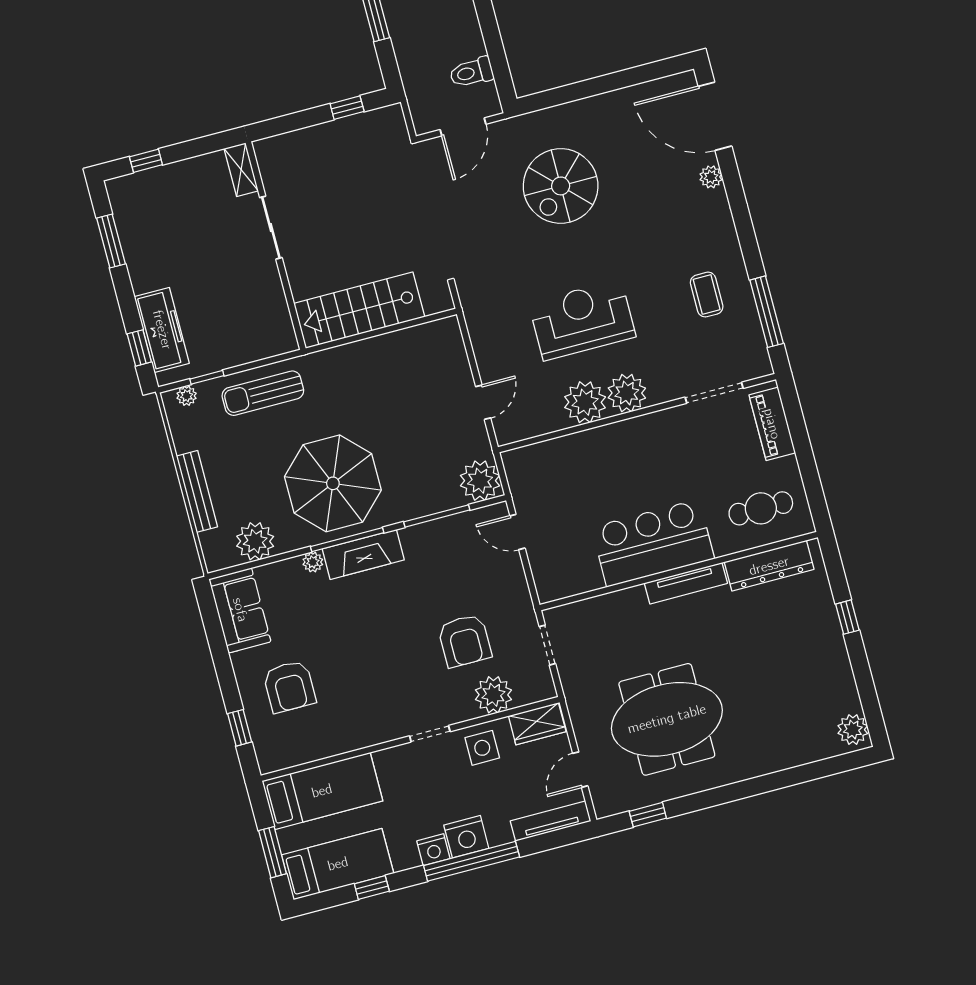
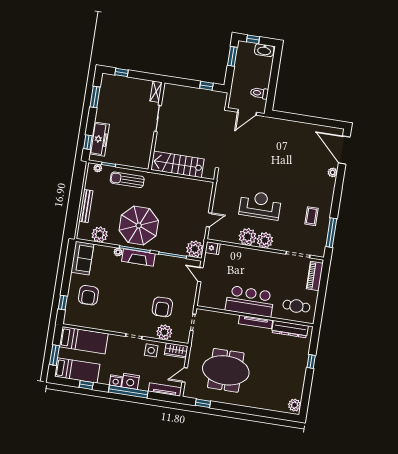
spiral stairs: (561, 186) -> (274, 151), removed
fridge: (519, 461) -> (213, 248), added

